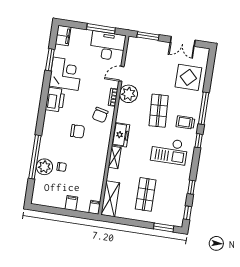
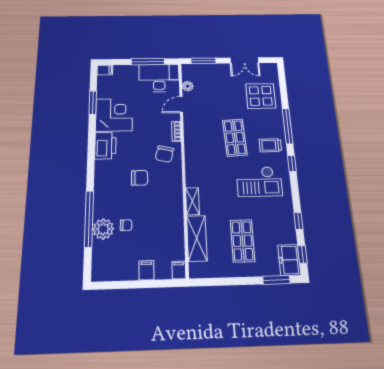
filing cabinet: (63, 36) -> (105, 70), width x0.50
plant: (128, 94) -> (188, 86), moved, width x0.53, depth x0.53
freezer: (121, 135) -> (289, 260), moved, turned 180
shelving: (110, 199) -> (197, 238), moved

